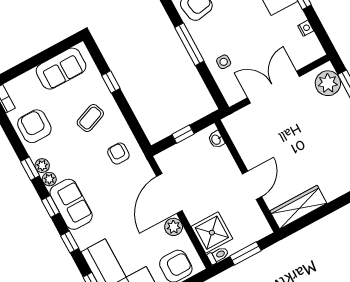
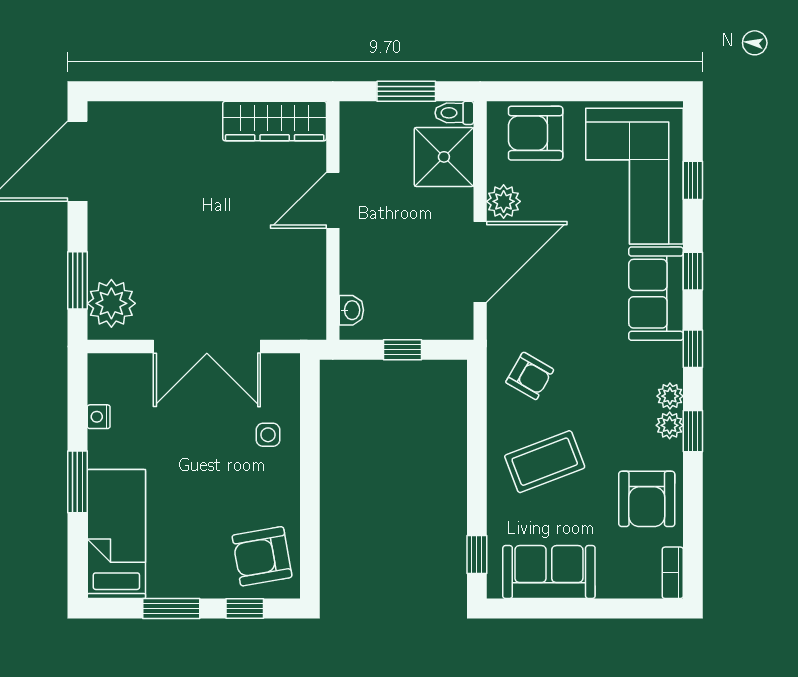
window: (189, 44) -> (310, 496), removed
window: (111, 82) -> (477, 554), moved
coffee table: (90, 118) -> (545, 462), width x1.36, depth x1.30
armchair: (118, 154) -> (530, 376), turned -60
sofa: (71, 204) -> (656, 294), moved

